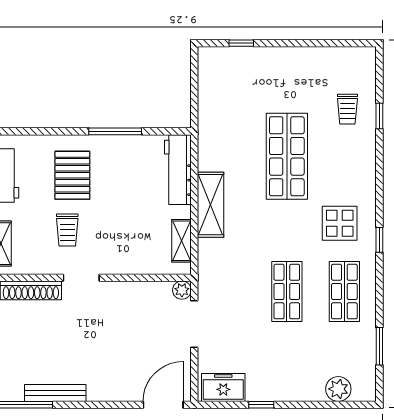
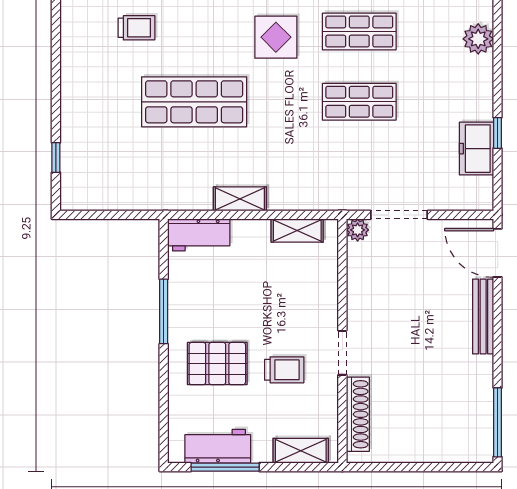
workbench: (178, 170) -> (199, 235), width x0.73
shelving: (211, 205) -> (240, 199), width x0.67, depth x0.75
freezer: (223, 388) -> (476, 149), moved
bench: (55, 393) -> (483, 316), moved

